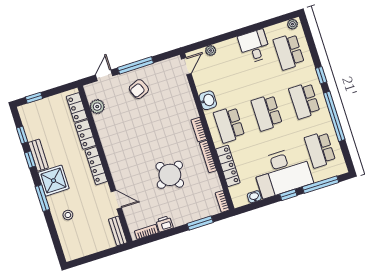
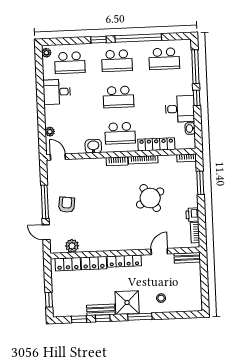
armchair: (139, 89) -> (67, 205), turned -150
desk: (282, 172) -> (180, 109), width x0.53, depth x0.77

